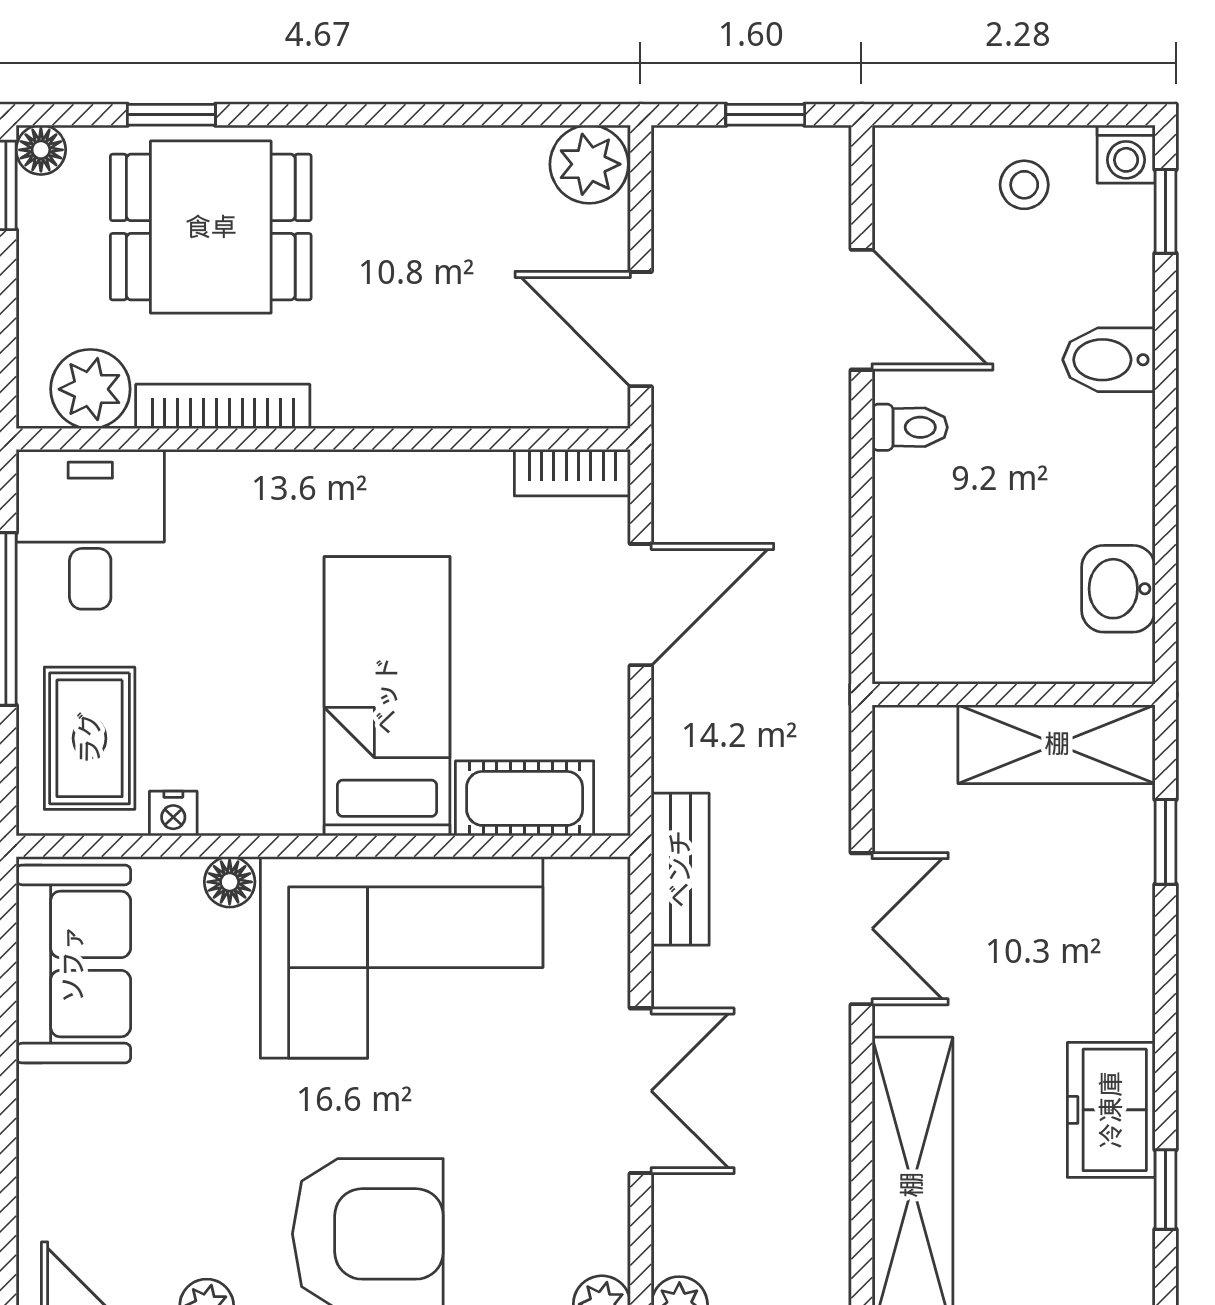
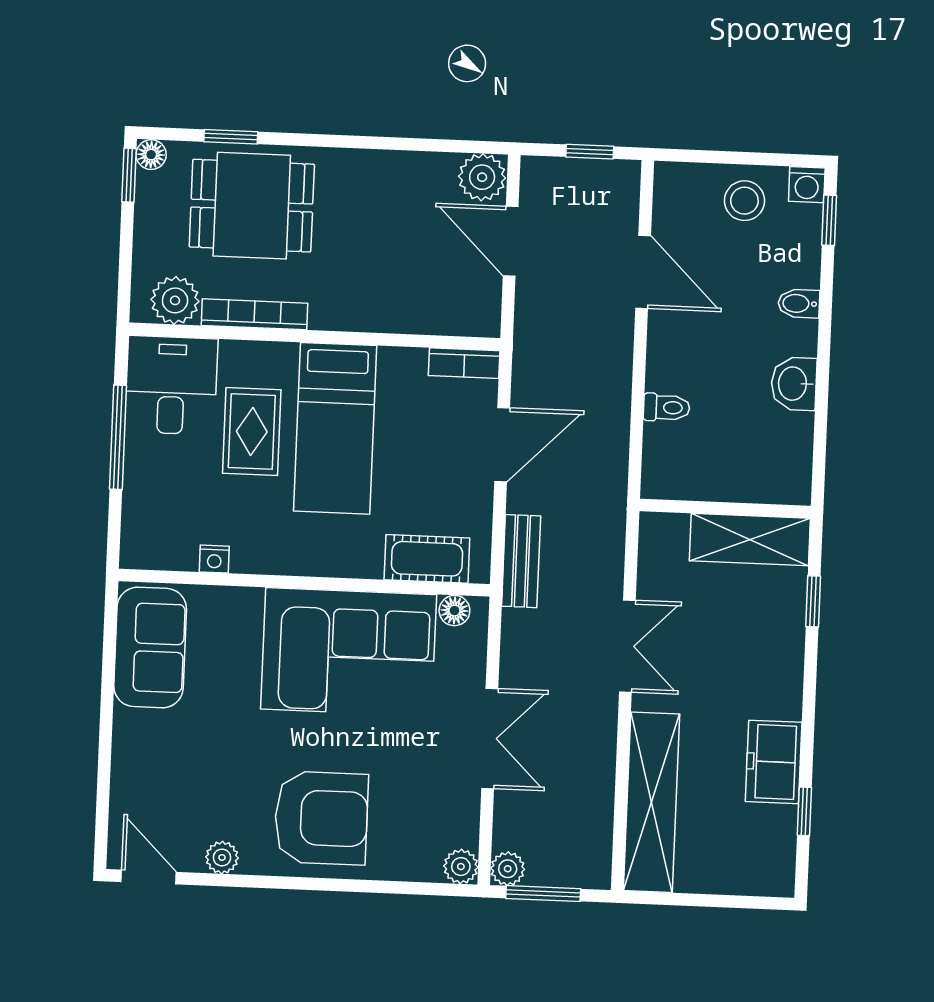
stool: (1024, 185) -> (744, 201), width x1.37, depth x1.37
door: (641, 329) -> (511, 241), moved
bidet: (1109, 360) -> (799, 303), width x0.72, depth x0.74
toilet: (910, 427) -> (667, 407), moved
washbasin: (1118, 589) -> (794, 384), moved
bed: (387, 696) -> (335, 428), moved, turned 180
rug: (90, 738) -> (252, 431), moved
bench: (680, 869) -> (521, 561), moved
floor lamp: (230, 882) -> (454, 611), moved

